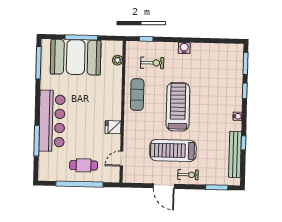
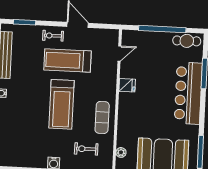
treadmill: (173, 150) -> (68, 60), turned 180
cafe table: (84, 165) -> (187, 41), moved

